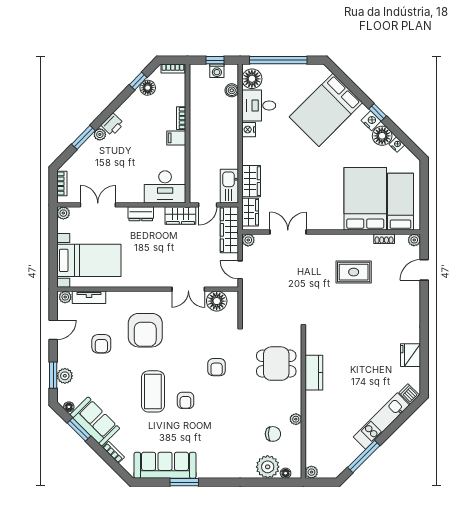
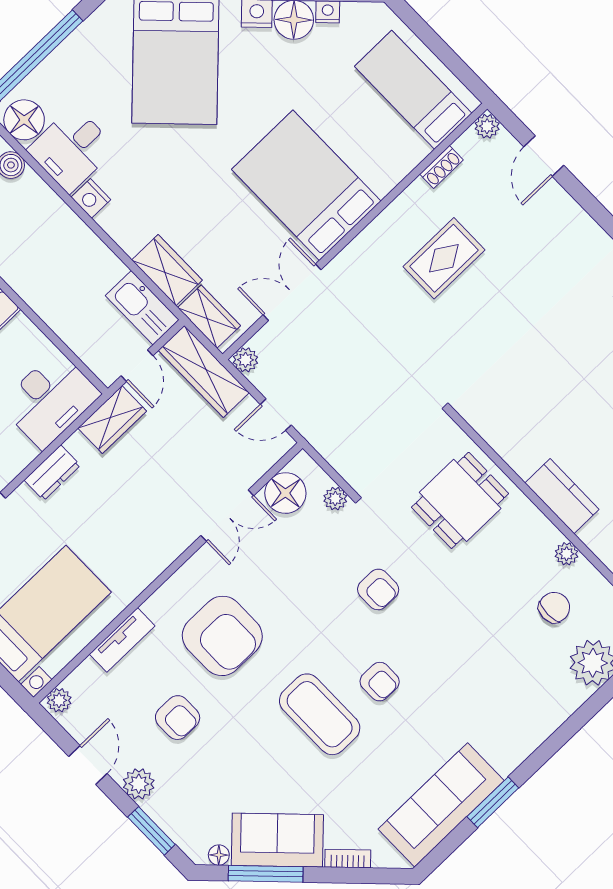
bed: (365, 199) -> (306, 185), moved
tv unit: (89, 297) -> (122, 640), moved
plant: (233, 320) -> (335, 499), added
kitchen counter: (314, 373) -> (562, 496), moved
plant: (65, 376) -> (139, 784), moved
window: (79, 430) -> (266, 874), width x1.44

